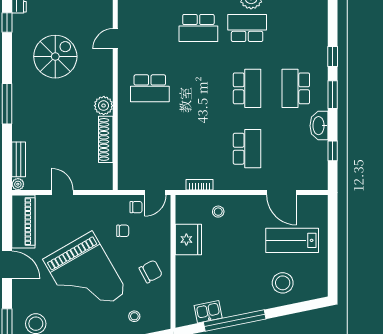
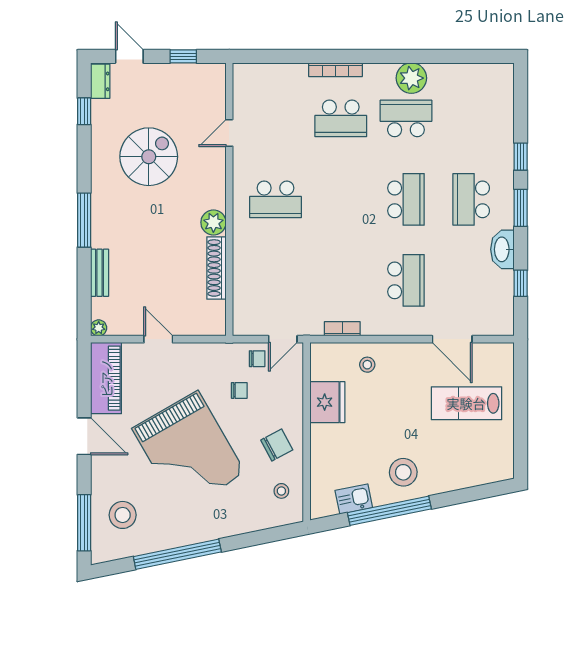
bench: (19, 159) -> (100, 273), moved
stool: (283, 283) -> (403, 472), moved
stool: (134, 316) -> (281, 491), moved

